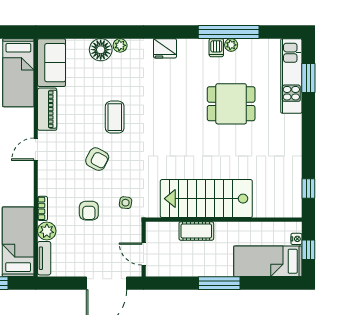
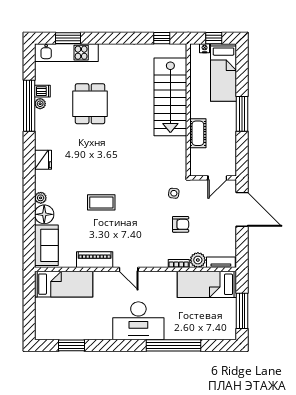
dishwasher: (216, 48) -> (42, 91), moved
sofa: (52, 63) -> (46, 245), moved, turned 90
armchair: (97, 159) -> (137, 217), removed
stairs: (206, 199) -> (170, 97), moved

